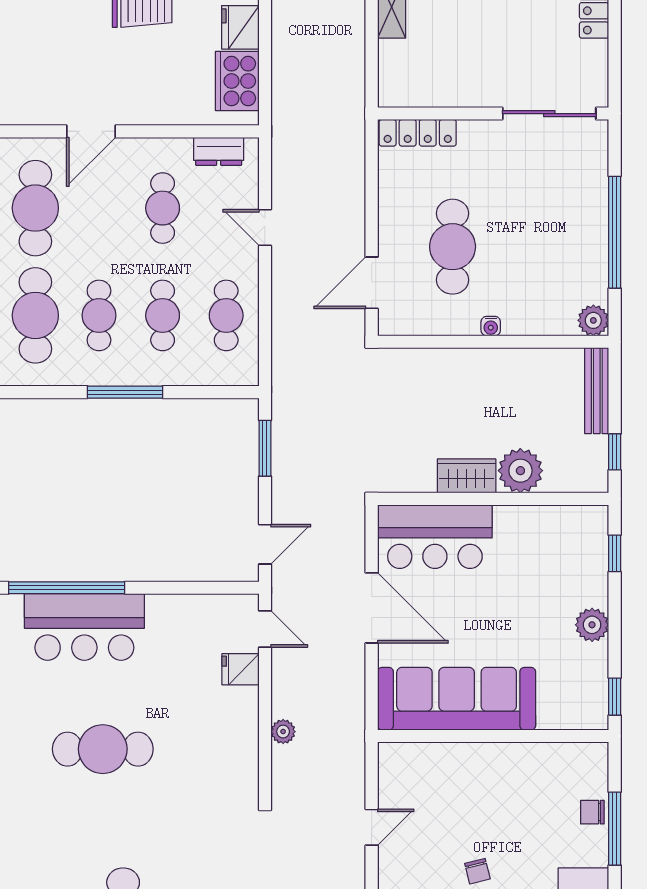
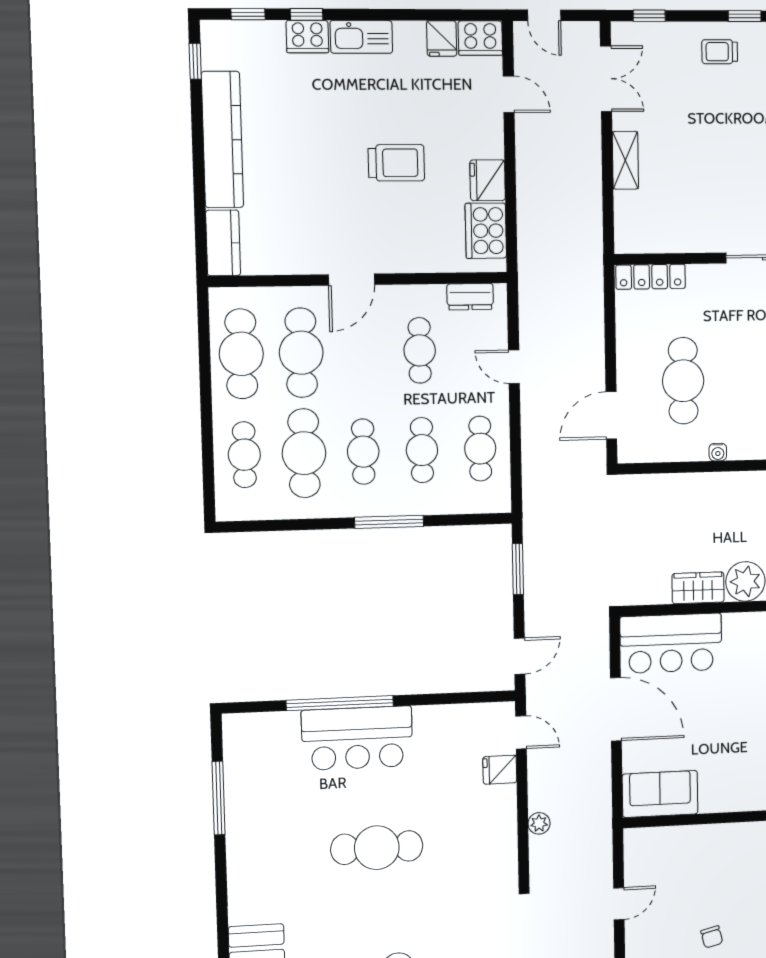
sofa: (457, 699) -> (660, 794), width x0.54, depth x0.79

